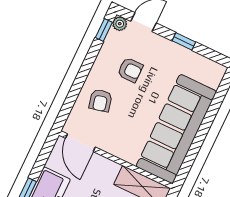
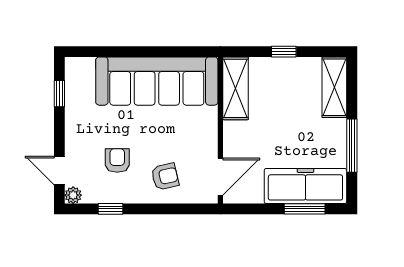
window: (104, 30) -> (111, 209), moved
window: (184, 41) -> (59, 94), moved

